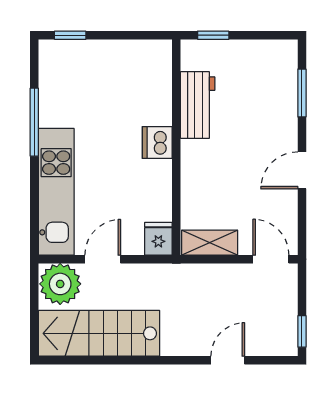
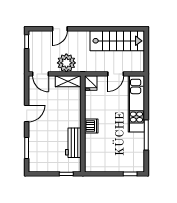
plant: (60, 284) -> (66, 63), moved

